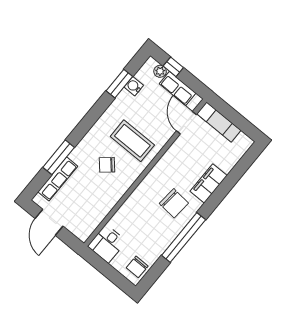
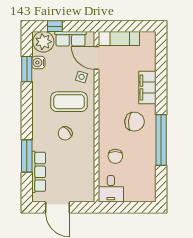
plant: (160, 71) -> (43, 42), width x1.87, depth x1.87
side table: (160, 128) -> (82, 77), added
chair: (137, 267) -> (115, 156), moved

